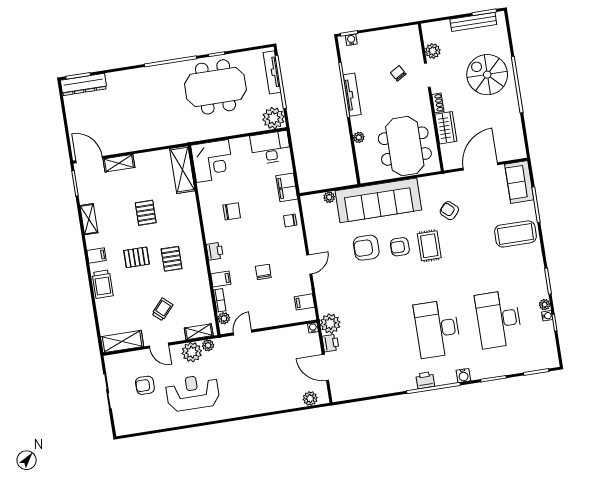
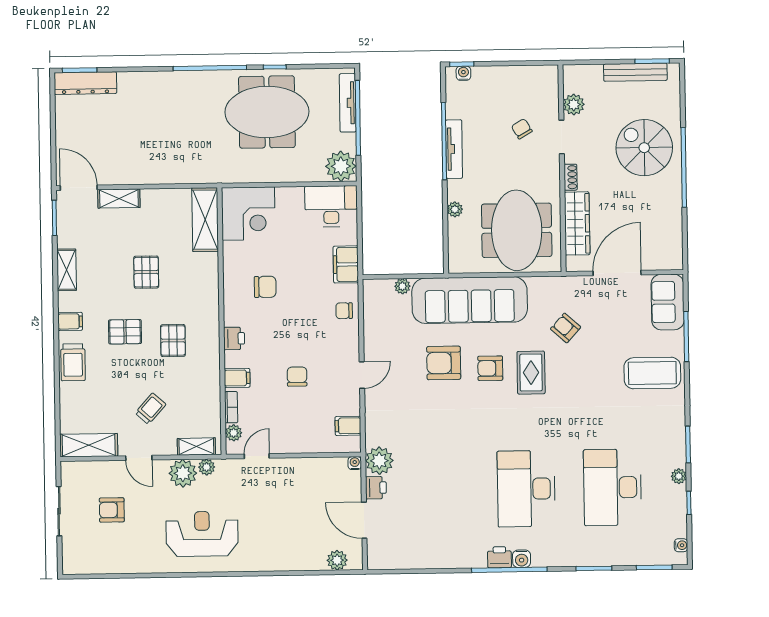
wardrobe: (446, 128) -> (577, 223), width x1.50
water cooler: (547, 316) -> (681, 545), moved
water cooler: (463, 376) -> (522, 559), moved
reception desk: (193, 393) -> (202, 534), moved

